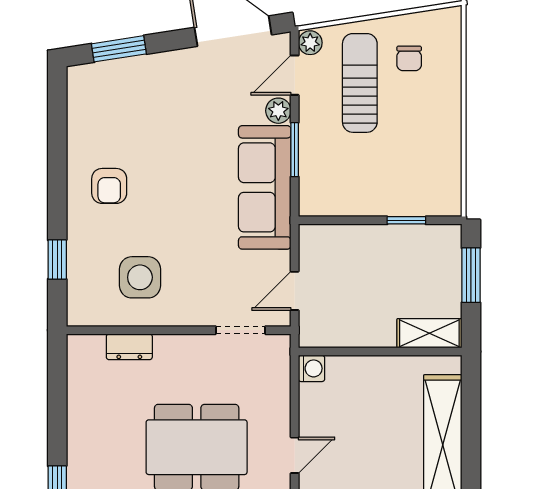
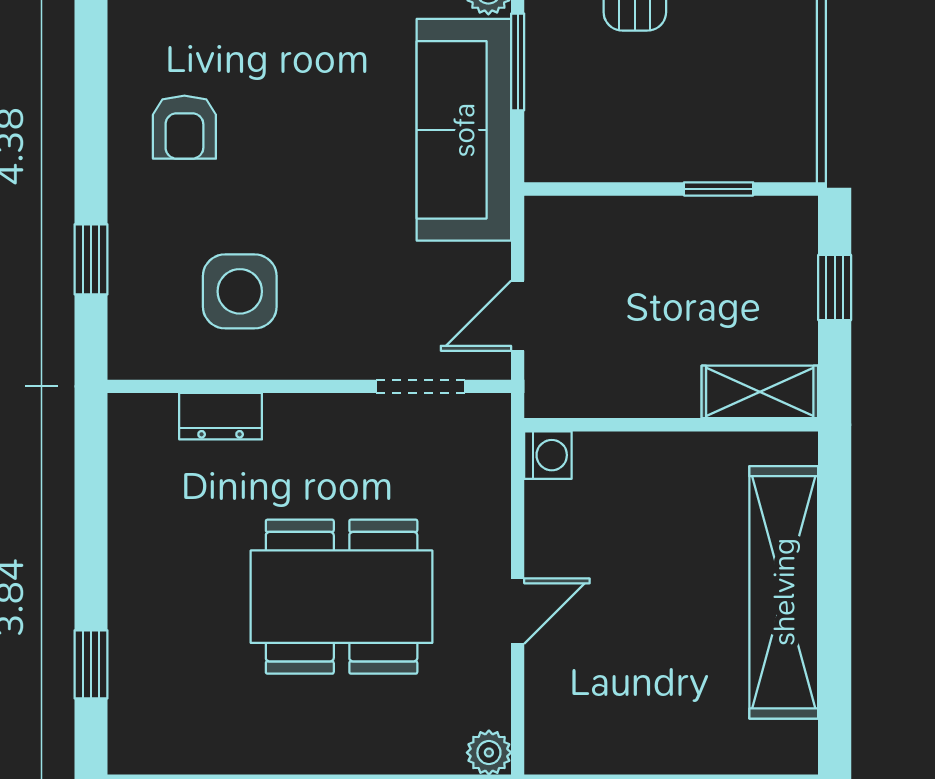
window: (471, 275) -> (835, 288), width x0.67

